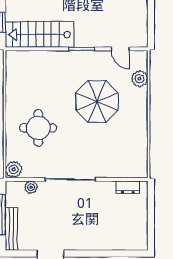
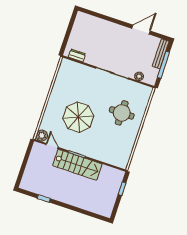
stairs: (40, 35) -> (77, 165), moved
plant: (140, 79) -> (42, 136), moved
plant: (14, 169) -> (146, 91), removed

